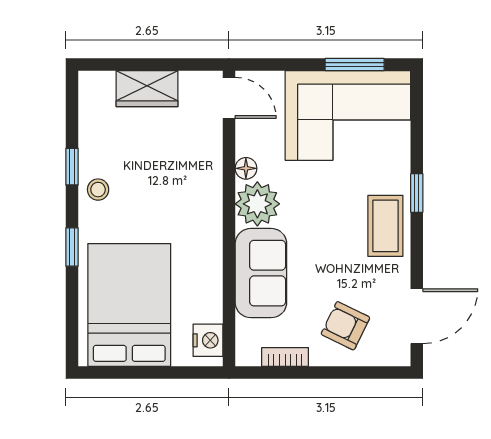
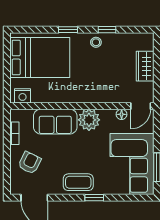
floor lamp: (246, 168) -> (122, 114), moved

